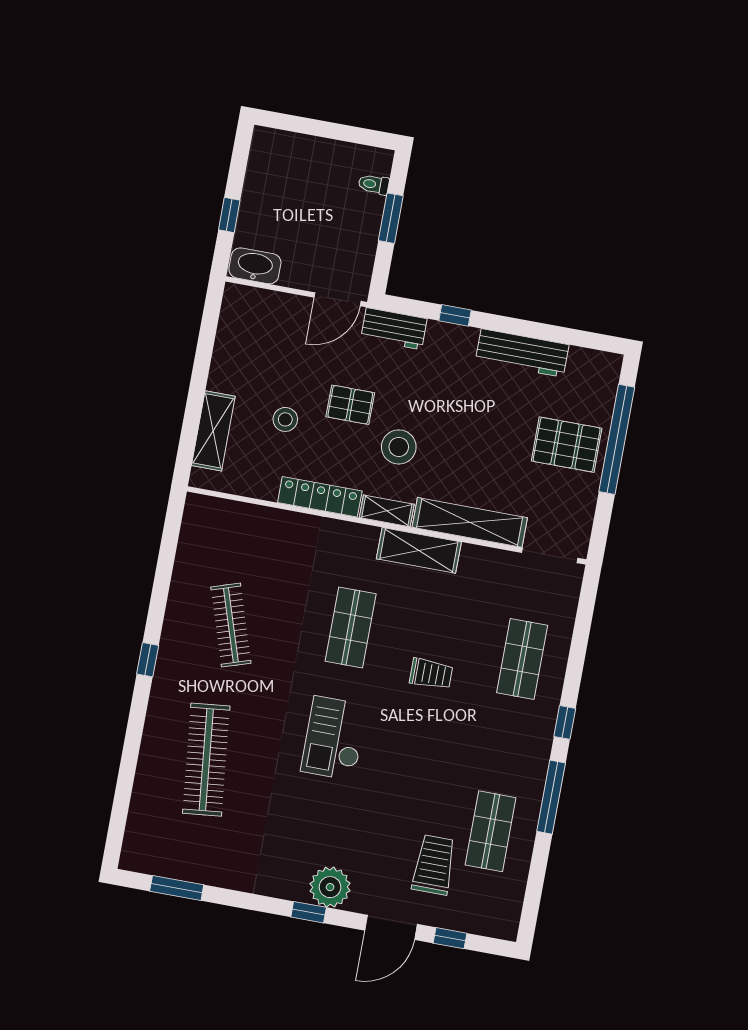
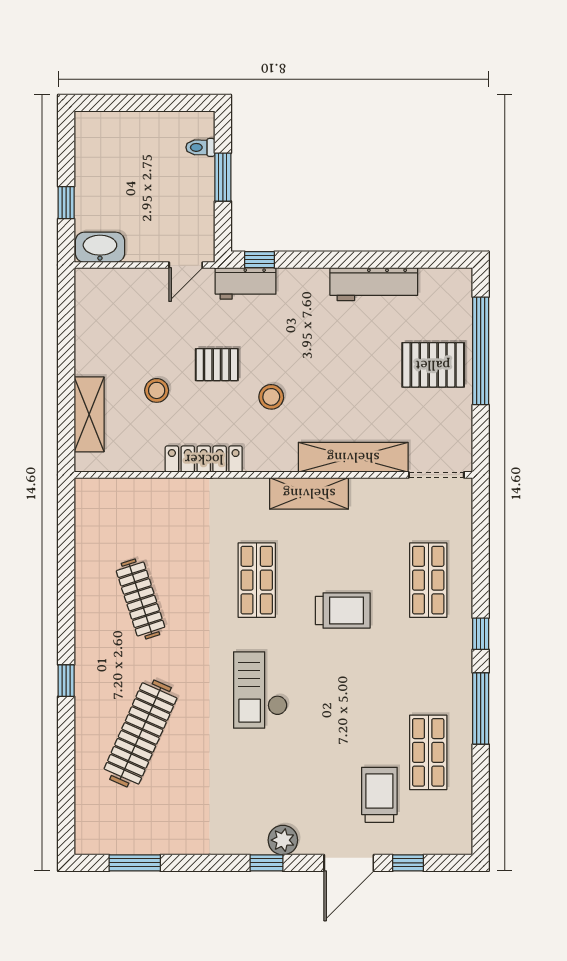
door: (338, 299) -> (186, 265), width x0.73
window: (455, 315) -> (259, 260), moved
stool: (399, 447) -> (271, 397), width x0.73, depth x0.73
shelving: (387, 511) -> (271, 461), removed
window: (148, 660) -> (66, 681), moved
trolley: (431, 674) -> (343, 610), width x1.36, depth x1.39
clothes rail: (206, 760) -> (141, 733), turned 30
plant: (330, 887) -> (283, 840), width x0.73, depth x0.73

